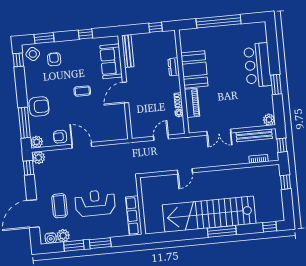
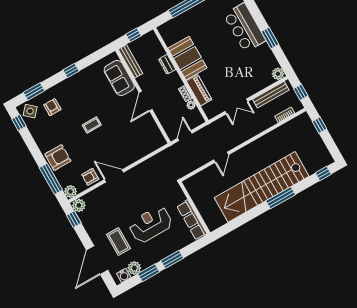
bench: (128, 51) -> (131, 61), moved
sofa: (111, 61) -> (119, 78), moved
wall: (125, 87) -> (143, 96), moved
door: (125, 93) -> (146, 101), moved

